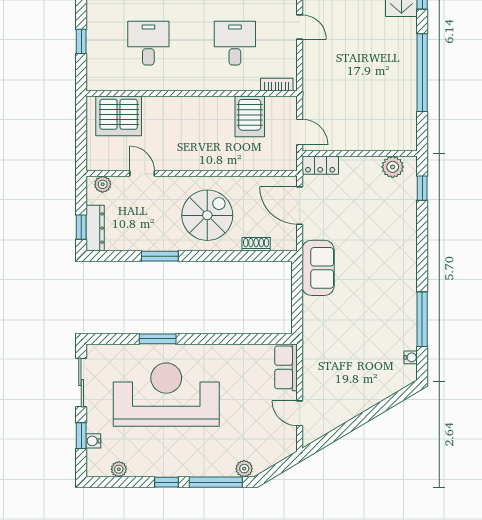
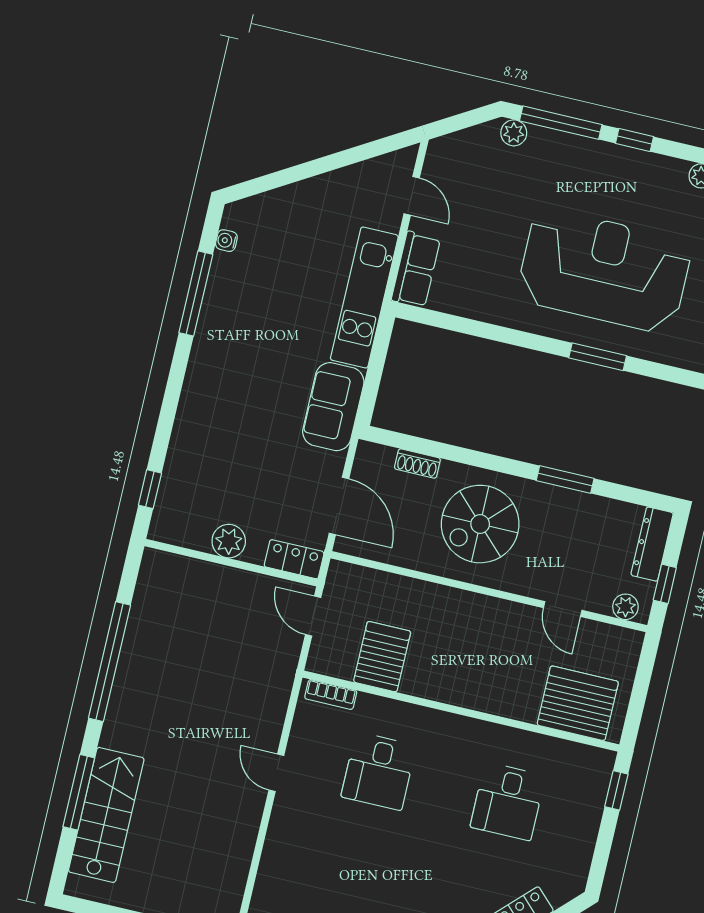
window: (81, 41) -> (616, 790), moved
plant: (393, 167) -> (229, 541), moved
window: (81, 227) -> (665, 584), moved
kitchen unit: (315, 342) -> (364, 298), added
reception desk: (166, 395) -> (604, 271), turned 180

